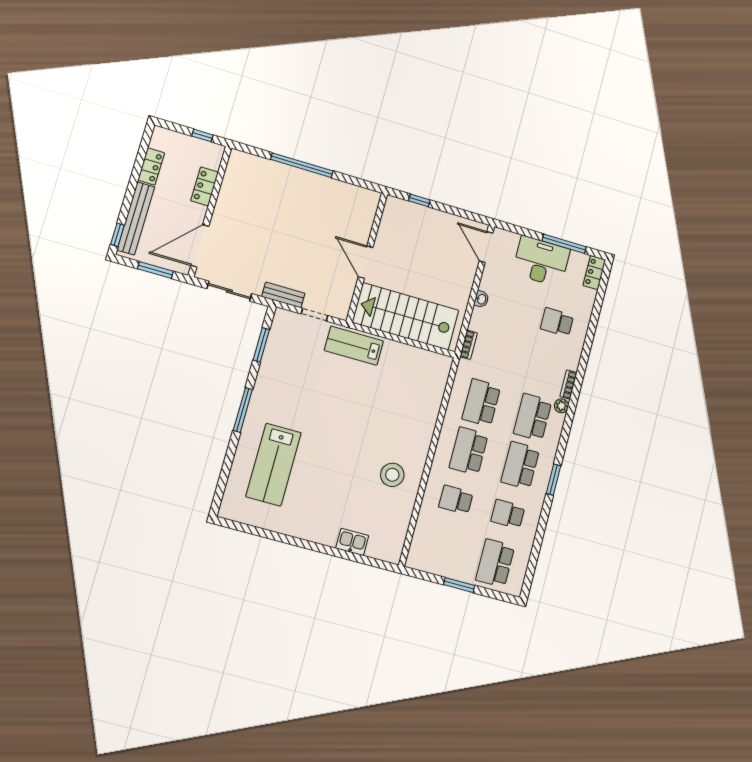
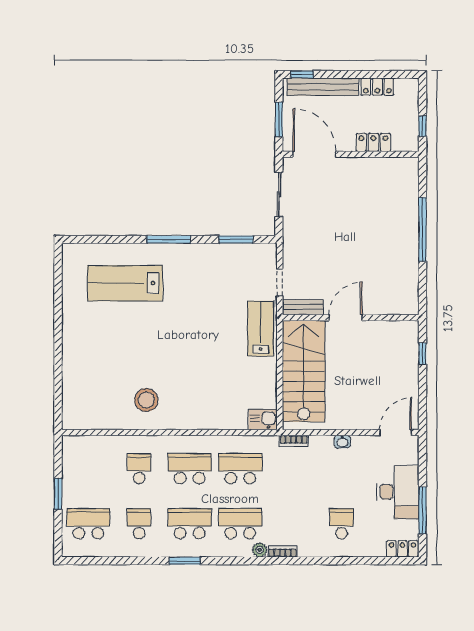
bench: (283, 295) -> (303, 307), moved, turned 90
kitchen sink: (352, 542) -> (263, 419), moved, turned -90

